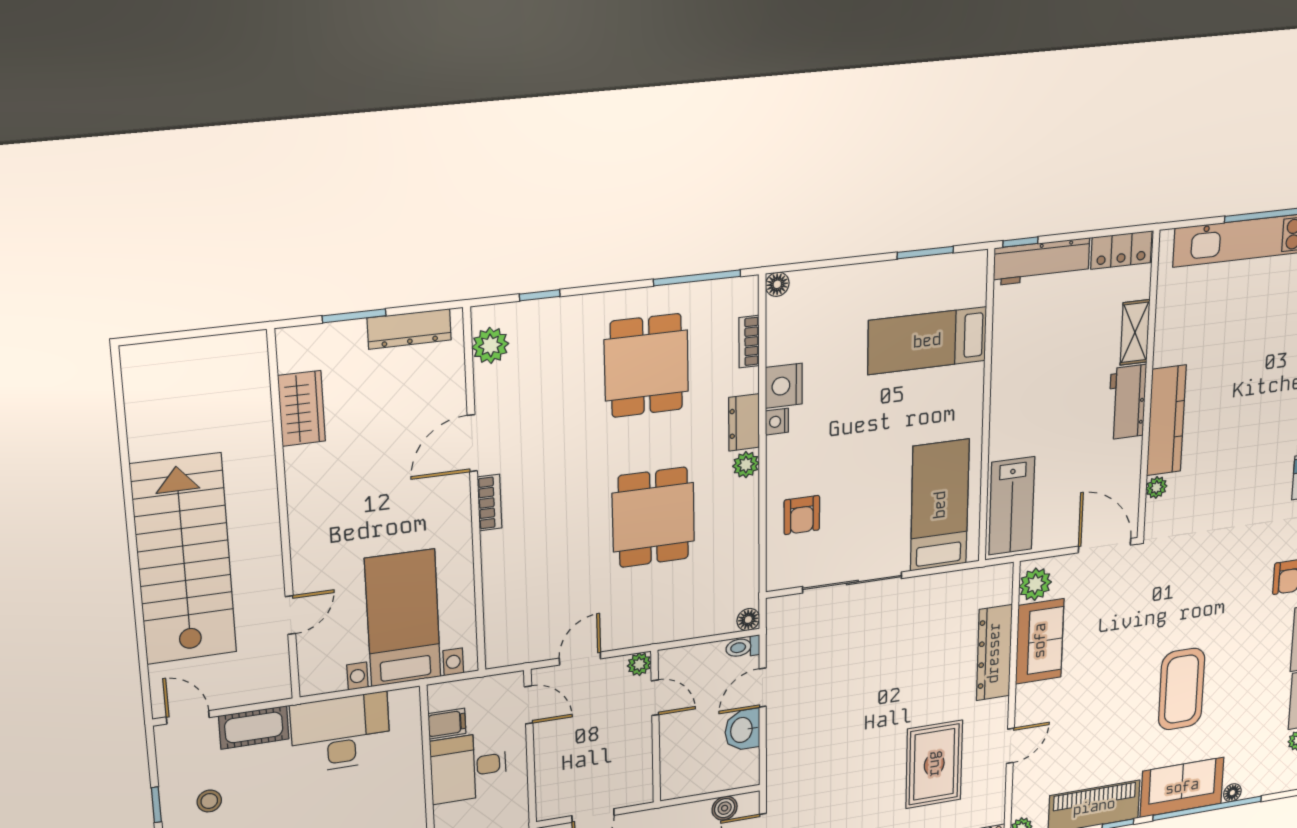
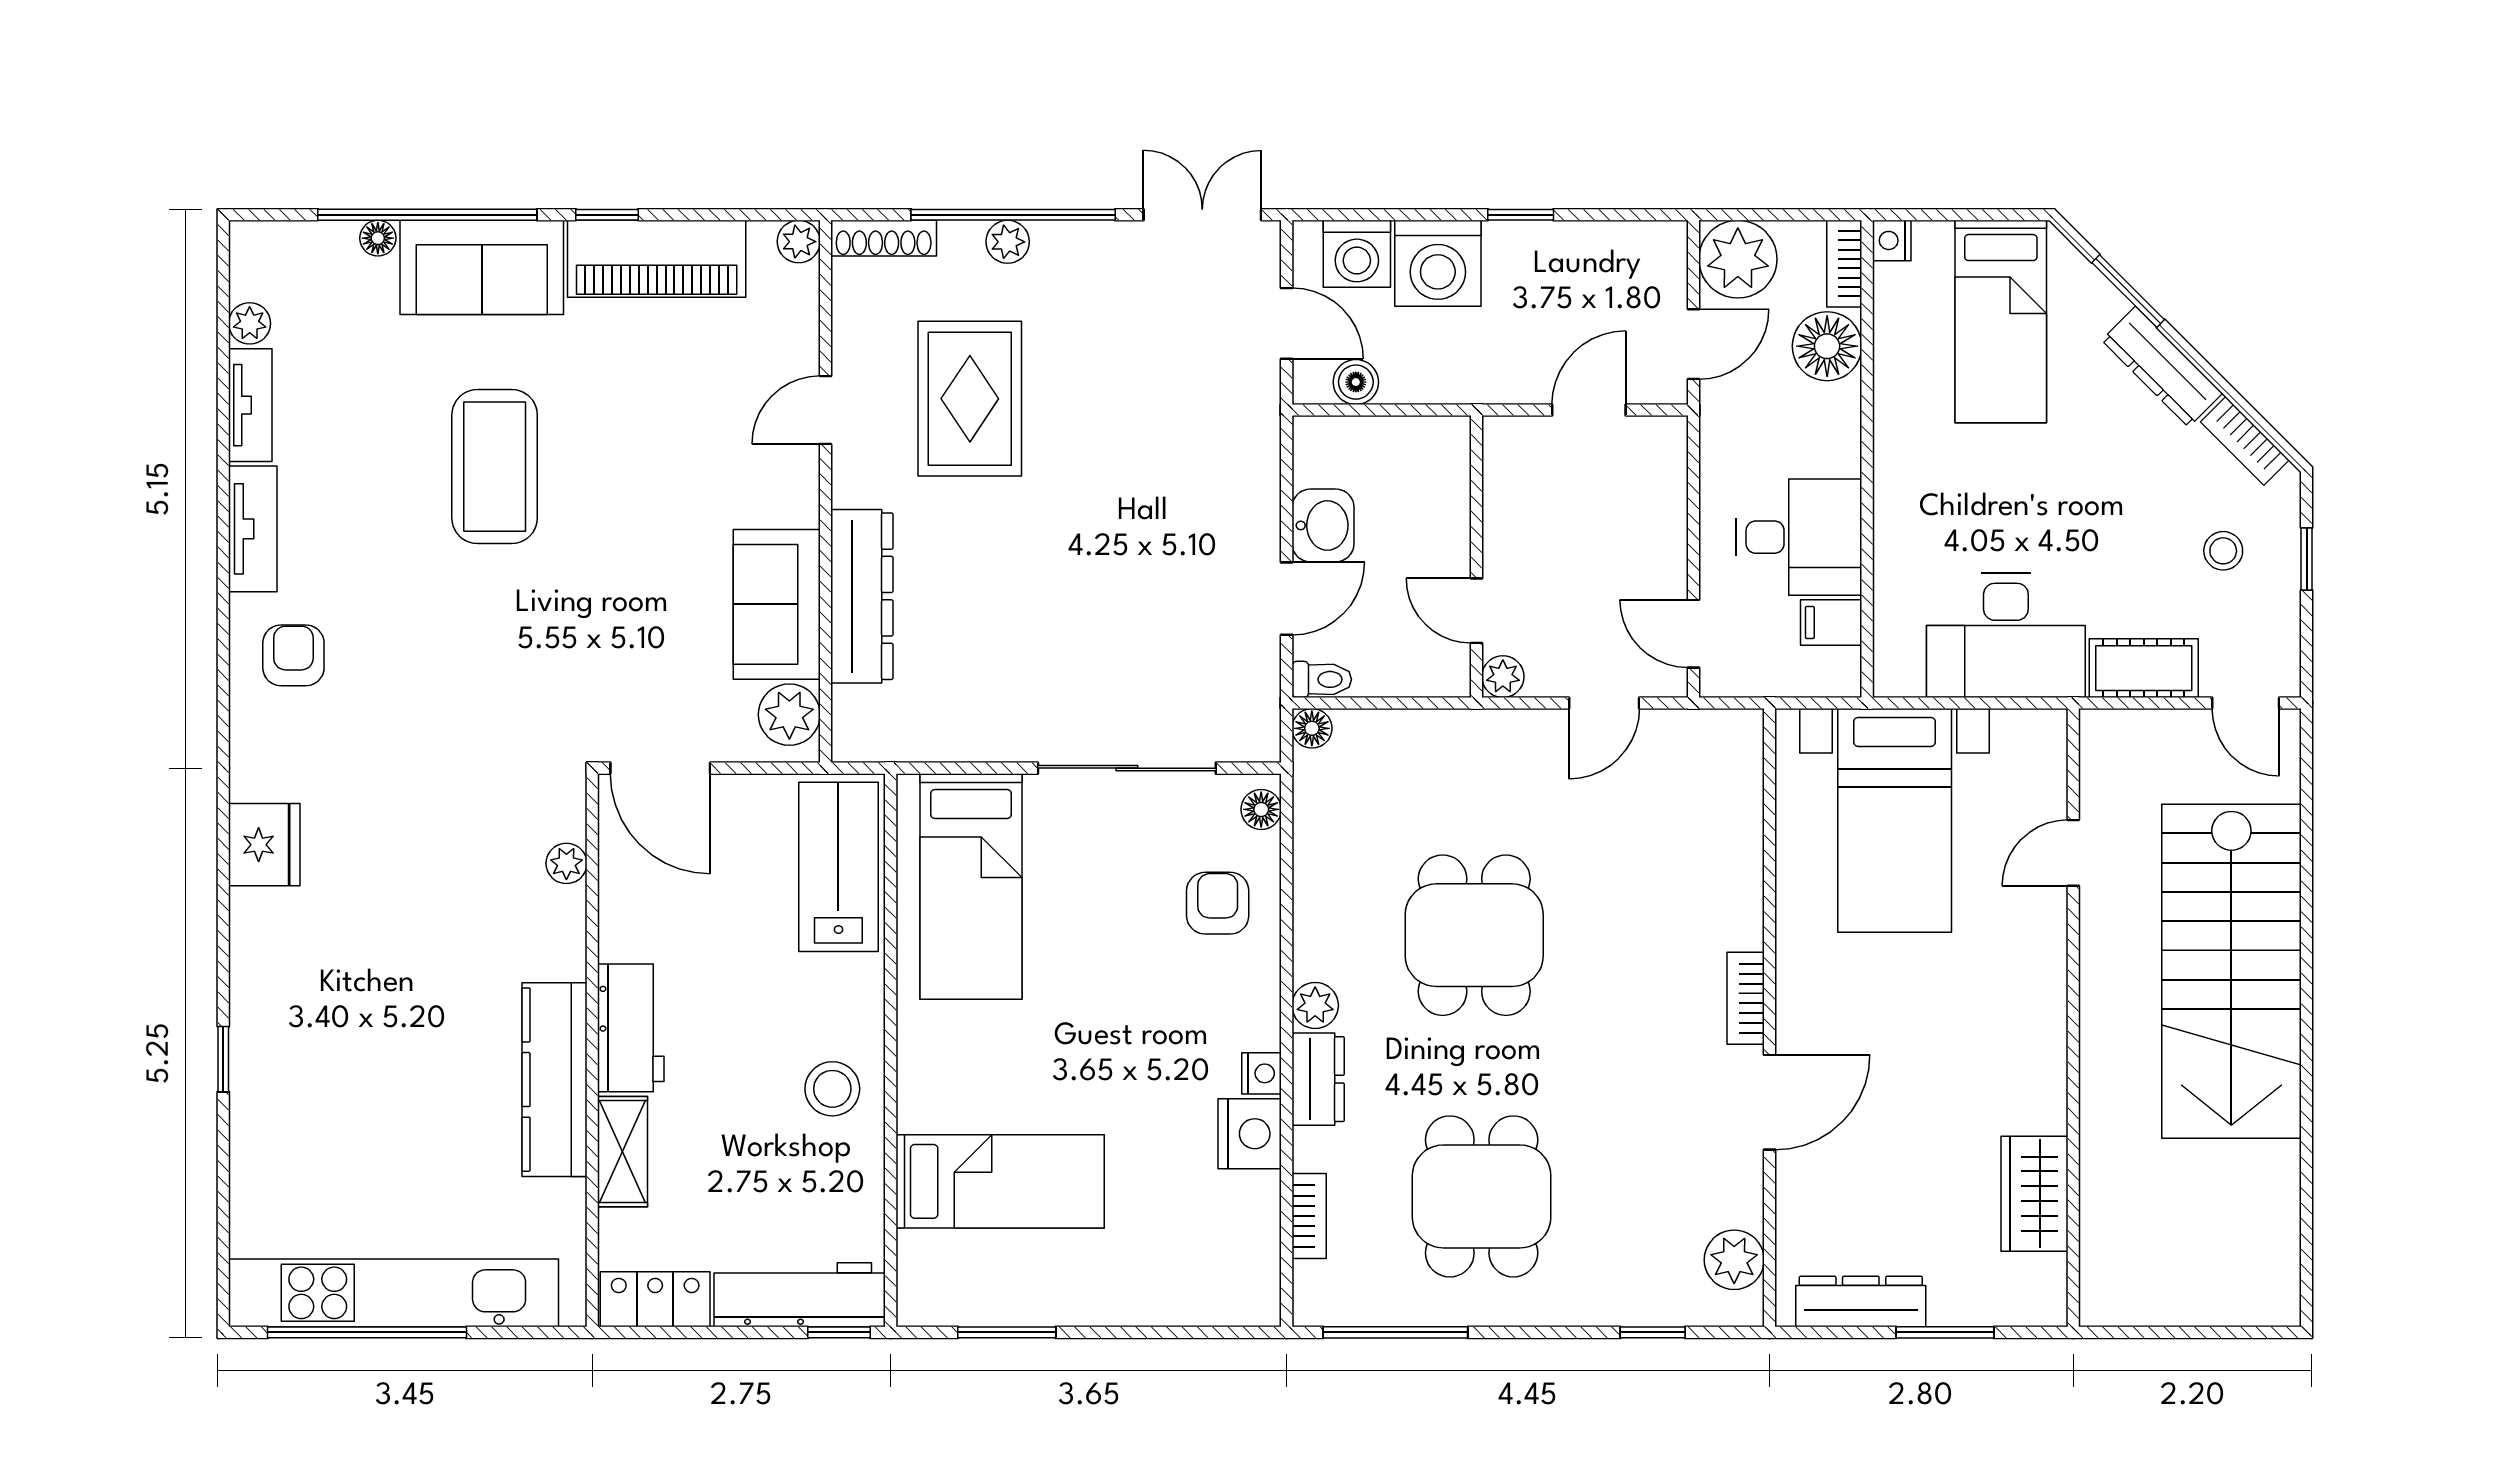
floor lamp: (777, 284) -> (1261, 809), moved
stool: (1019, 382) -> (832, 1089), added
kitchen counter: (1166, 420) -> (554, 1080), moved

